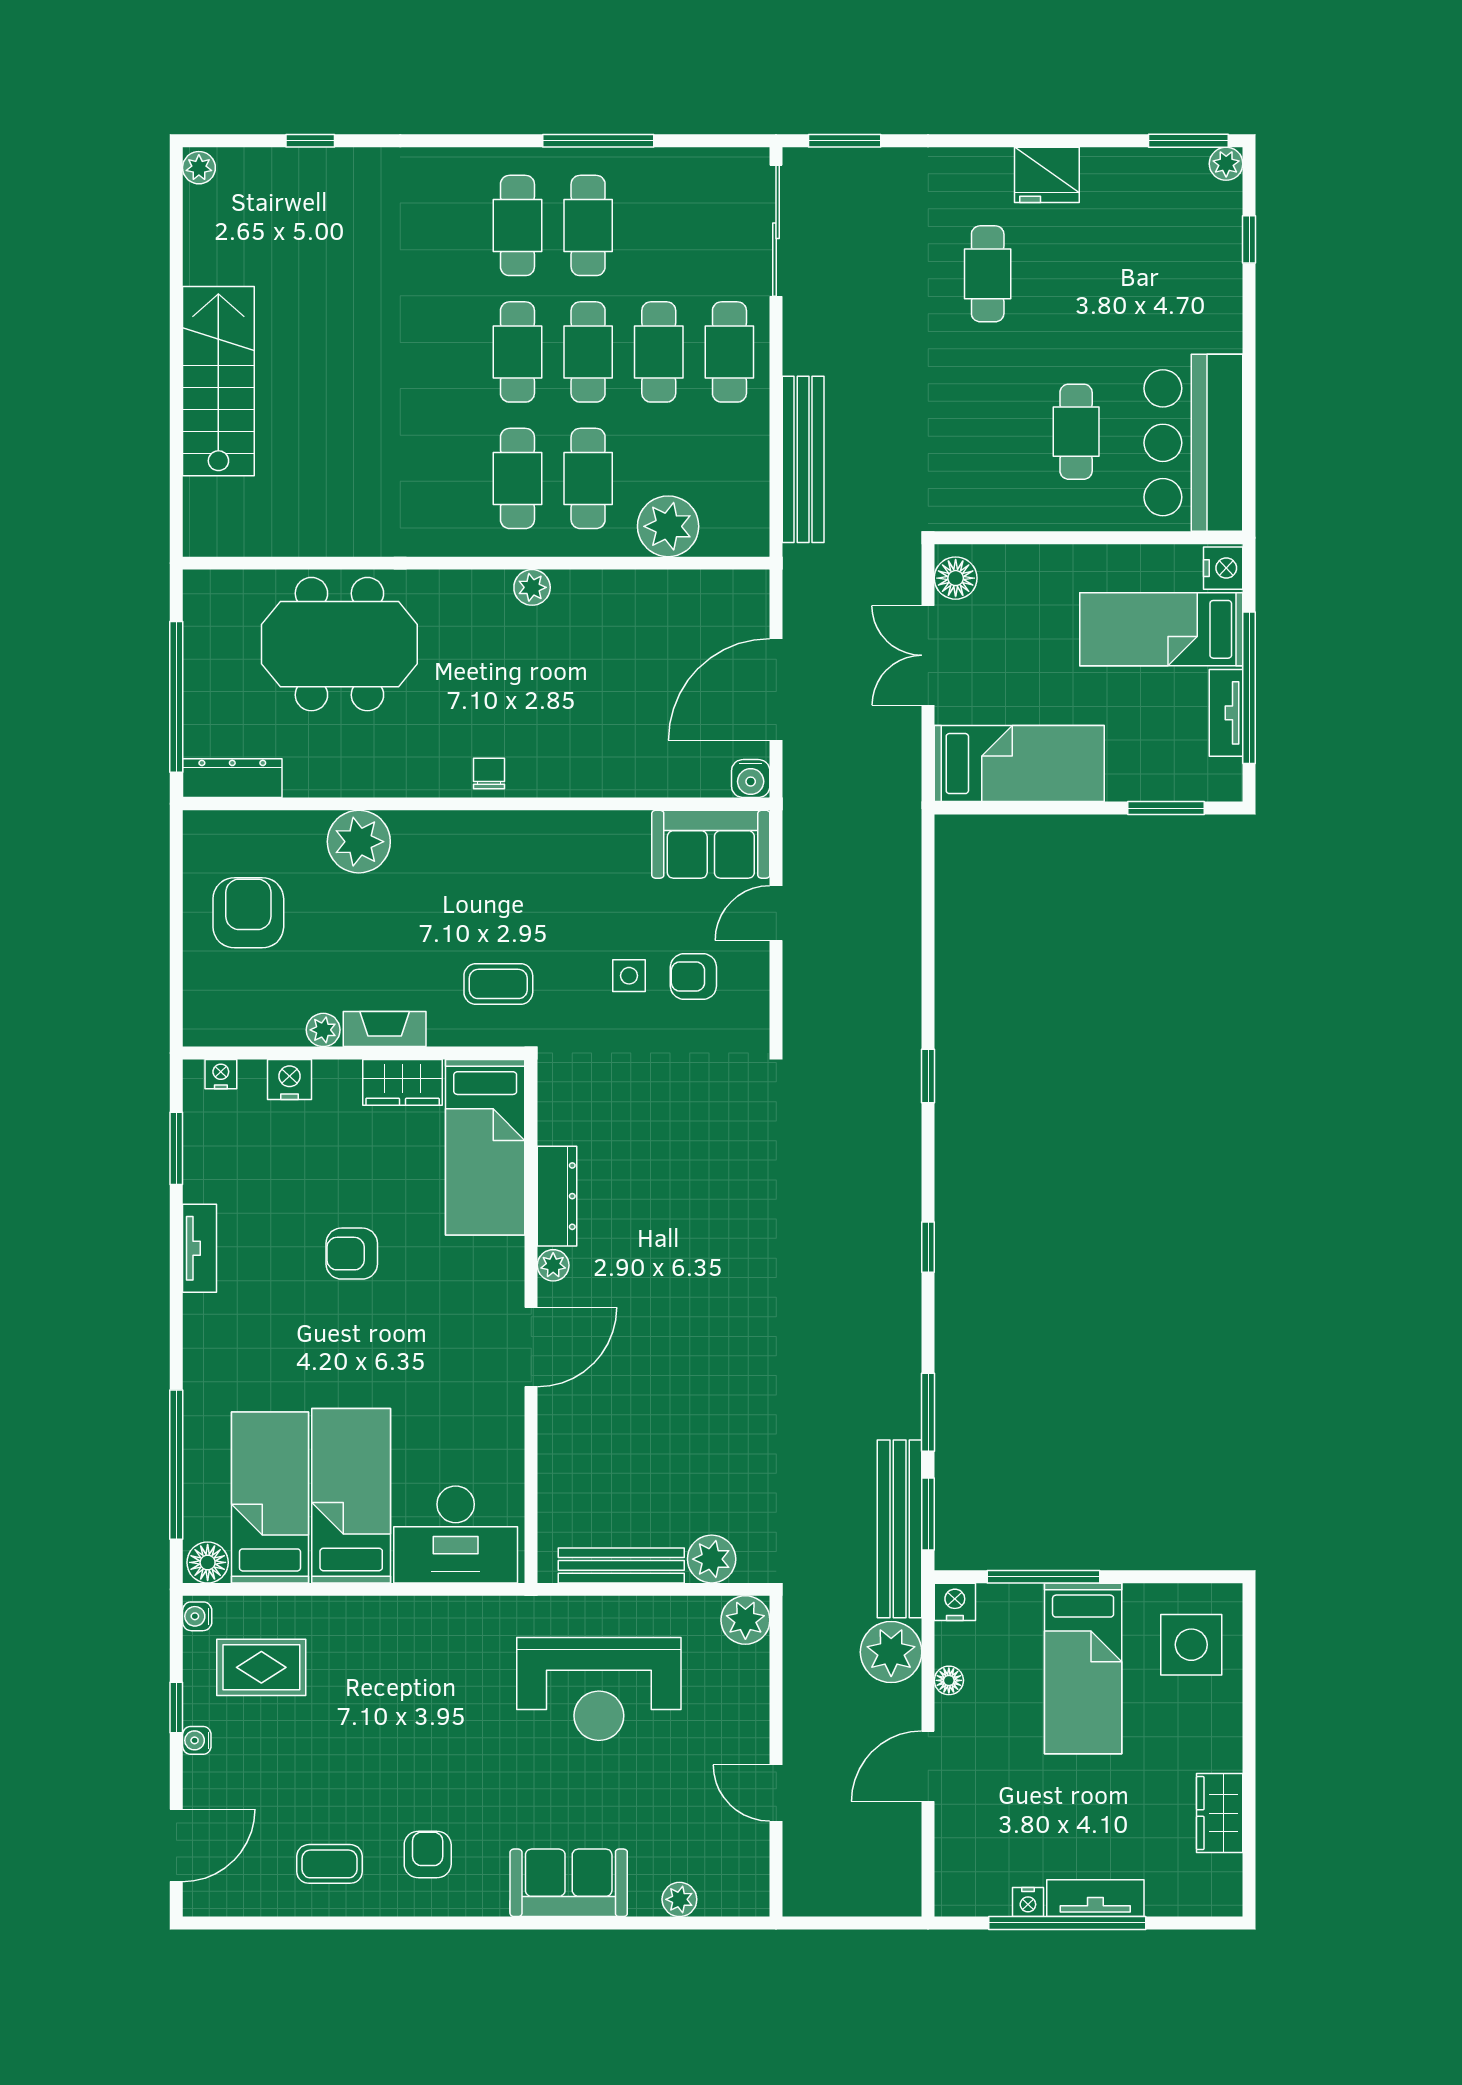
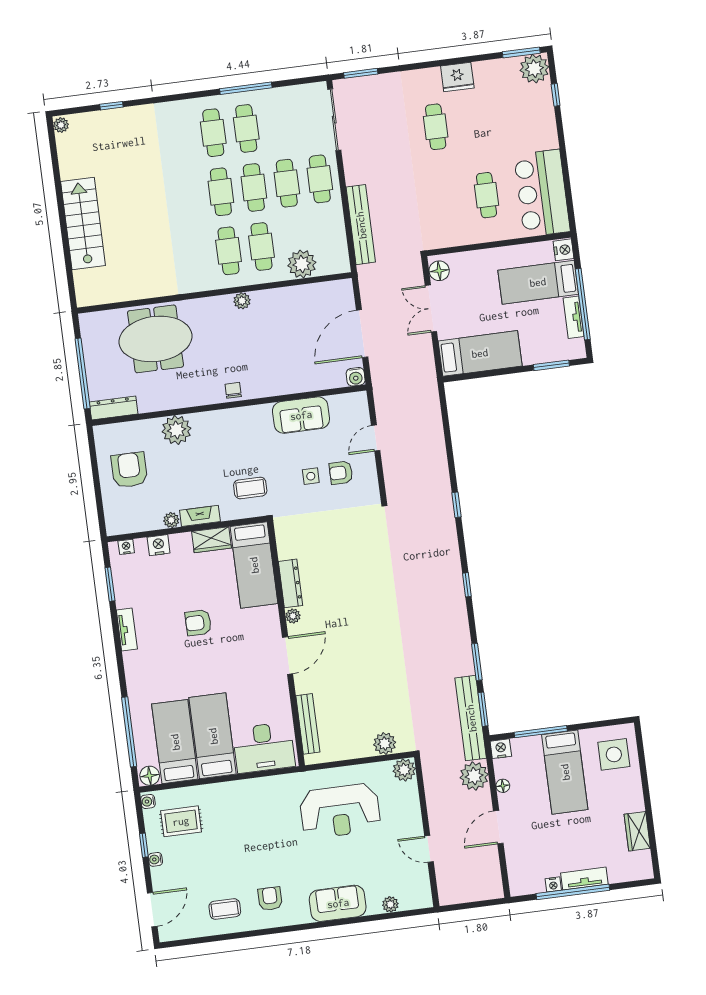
plant: (1226, 164) -> (534, 69), width x1.88, depth x1.88
sofa: (711, 844) -> (301, 415), moved
bench: (621, 1565) -> (308, 724), moved, turned 90

